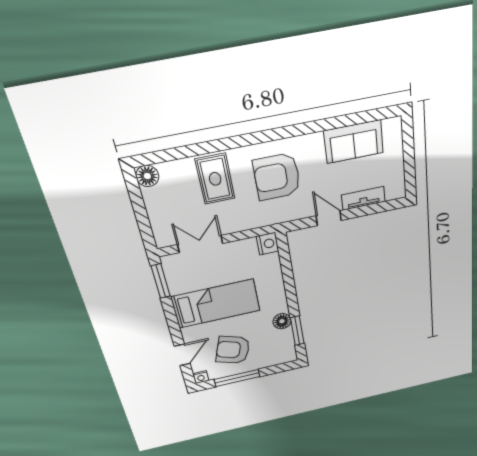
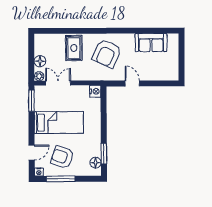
floor lamp: (147, 176) -> (40, 61), moved
armchair: (277, 177) -> (107, 53), turned -65
tv unit: (363, 198) -> (153, 76), removed
plant: (164, 240) -> (39, 76), added
floor lamp: (282, 321) -> (96, 163), moved

